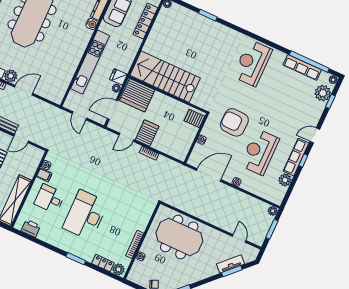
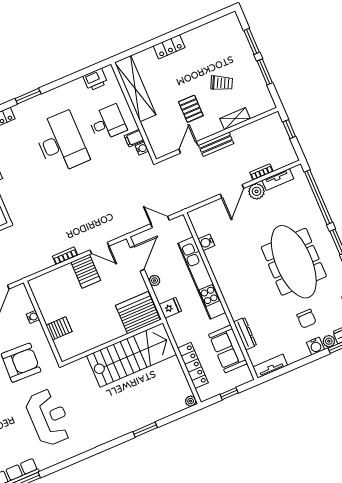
water cooler: (92, 24) -> (206, 242), moved
reception desk: (252, 63) -> (49, 417), moved
fridge: (118, 77) -> (170, 308), moved
stairs: (165, 77) -> (131, 355), moved
wall: (168, 94) -> (112, 342), moved
server rack: (137, 95) -> (138, 313), moved
door: (126, 137) -> (99, 248), swing flipped

